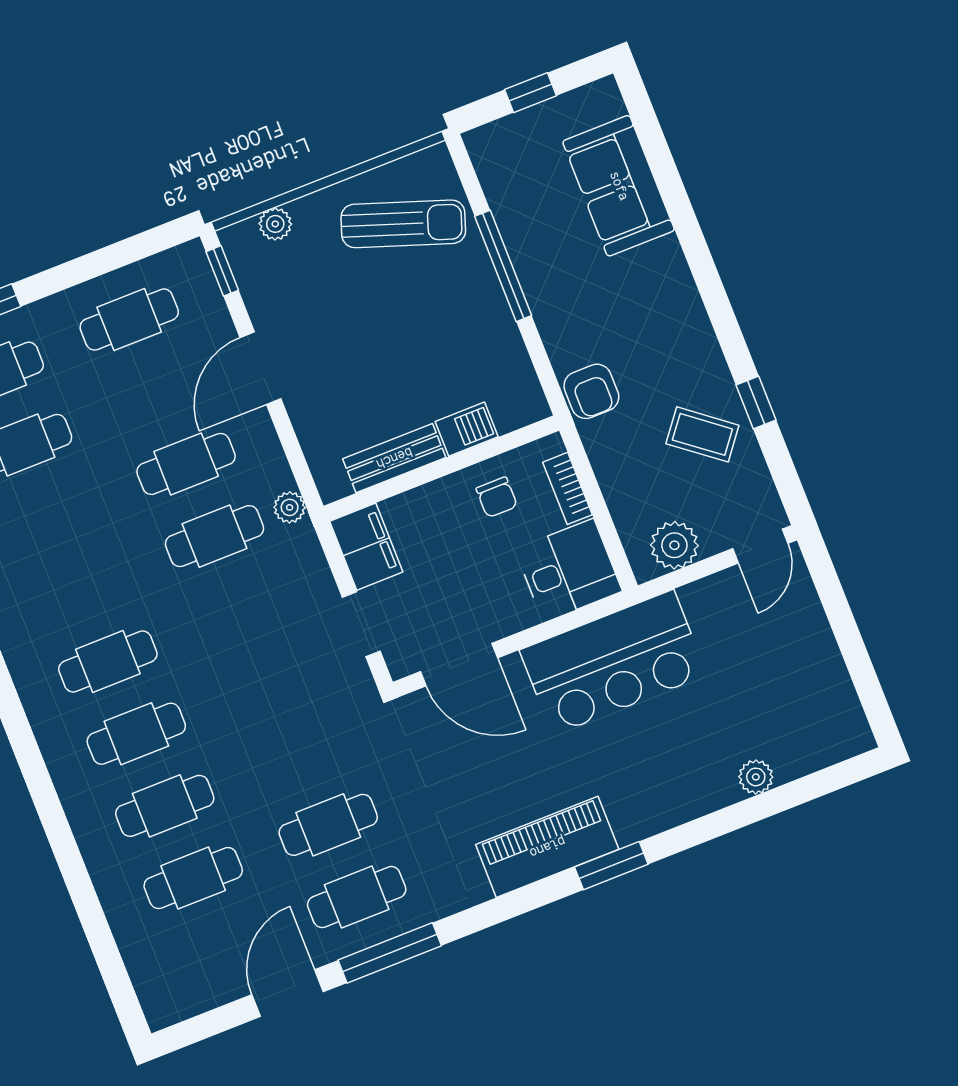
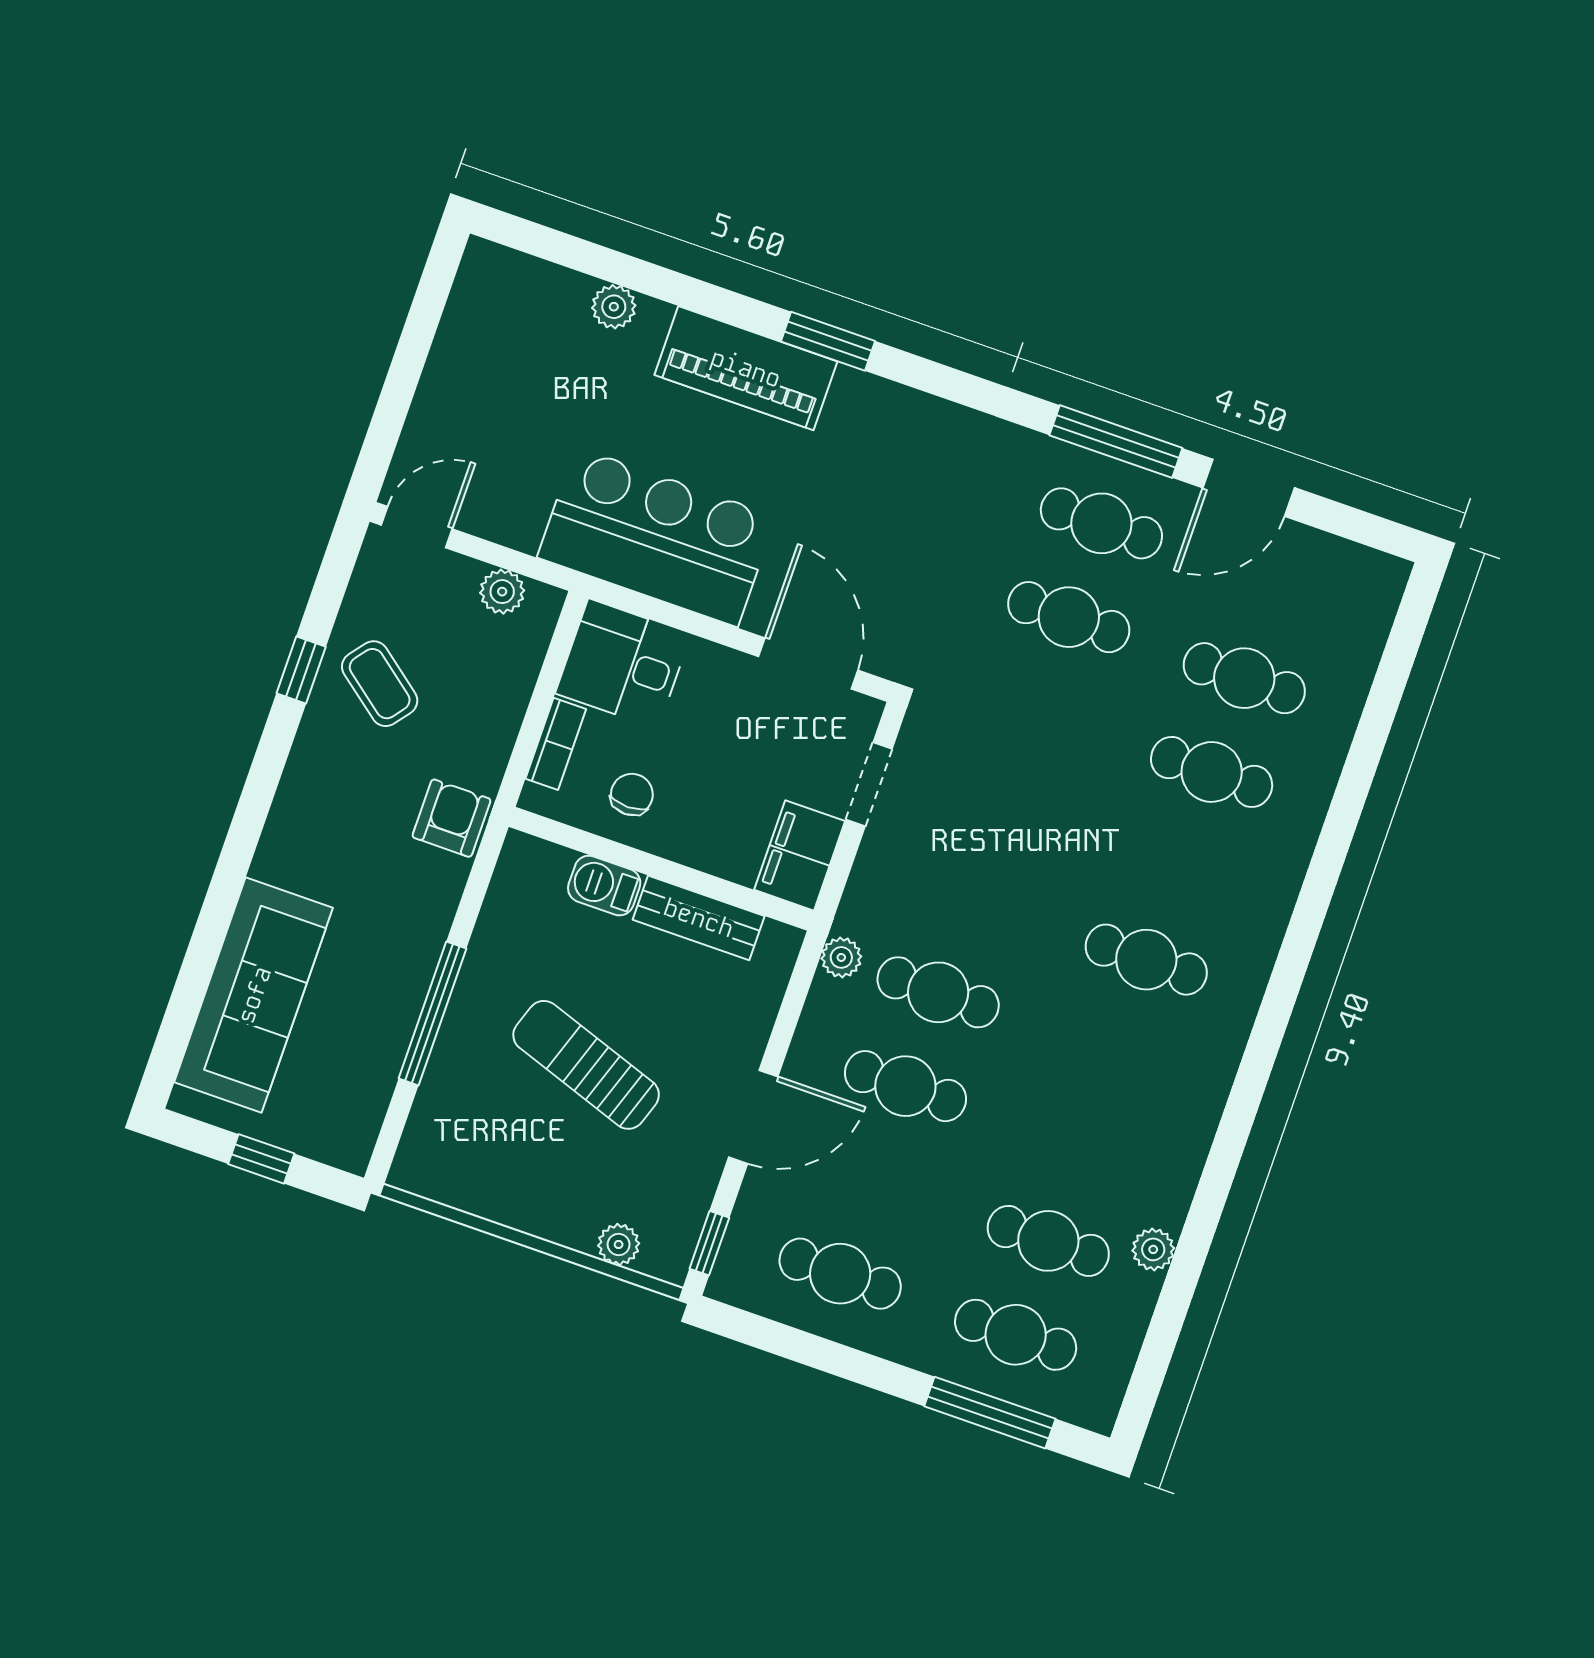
sofa: (619, 186) -> (254, 995), width x1.36
sun lounger: (403, 224) -> (586, 1065), moved
plant: (674, 545) -> (502, 592), width x0.73, depth x0.73
cafe table: (136, 734) -> (1179, 866), removed
piano: (547, 847) -> (746, 368), moved

